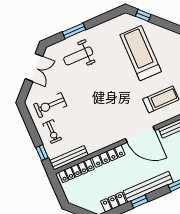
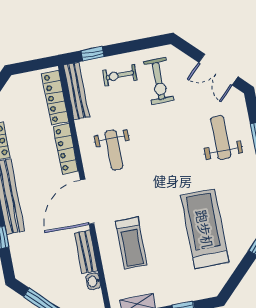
treadmill: (141, 53) -> (205, 229), turned -90
exercise bike: (50, 105) -> (159, 81), turned 180
weight bench: (102, 124) -> (114, 150), added

